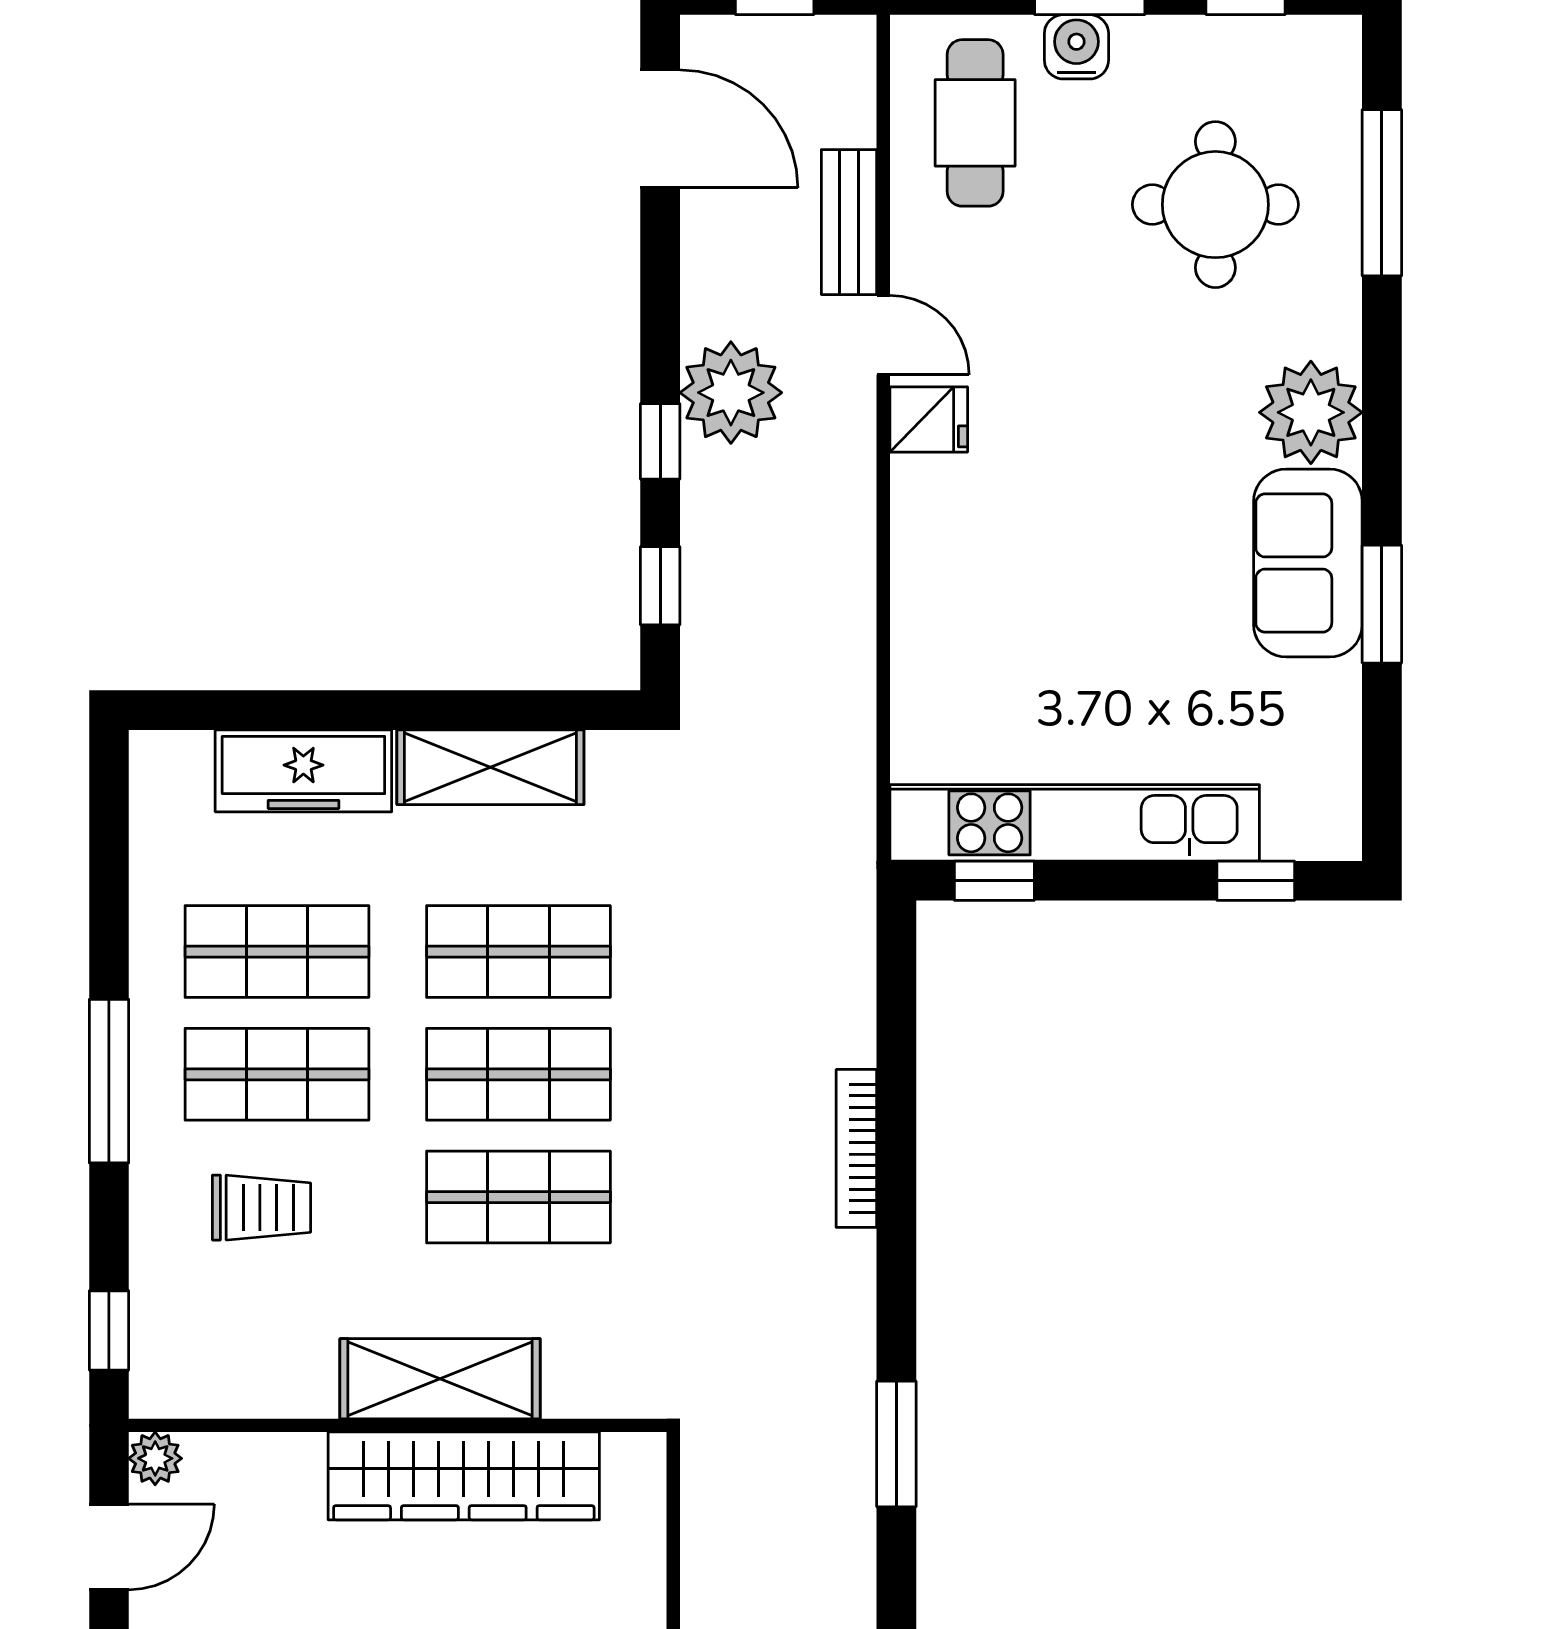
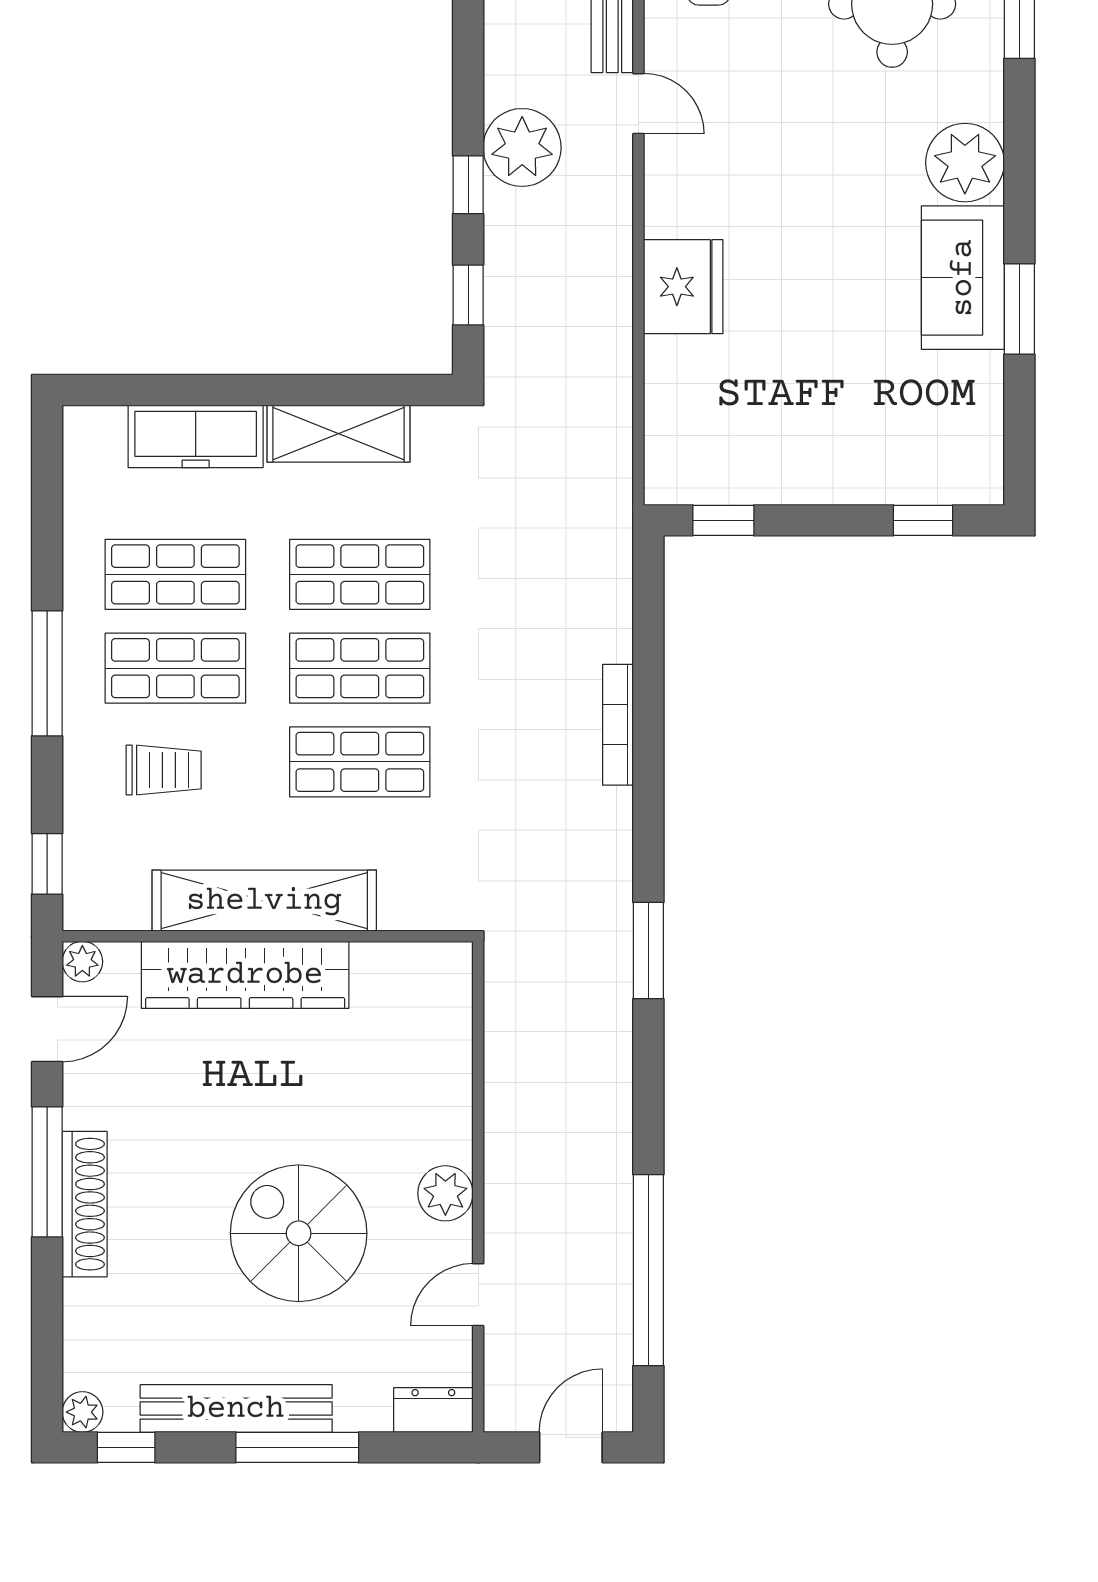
fridge: (929, 419) -> (683, 287), moved, width x1.88, depth x1.34
kitchen unit: (1075, 823) -> (785, 476), removed
shelving: (440, 1379) -> (264, 901), width x1.47
wardrobe: (464, 1476) -> (245, 975), moved

